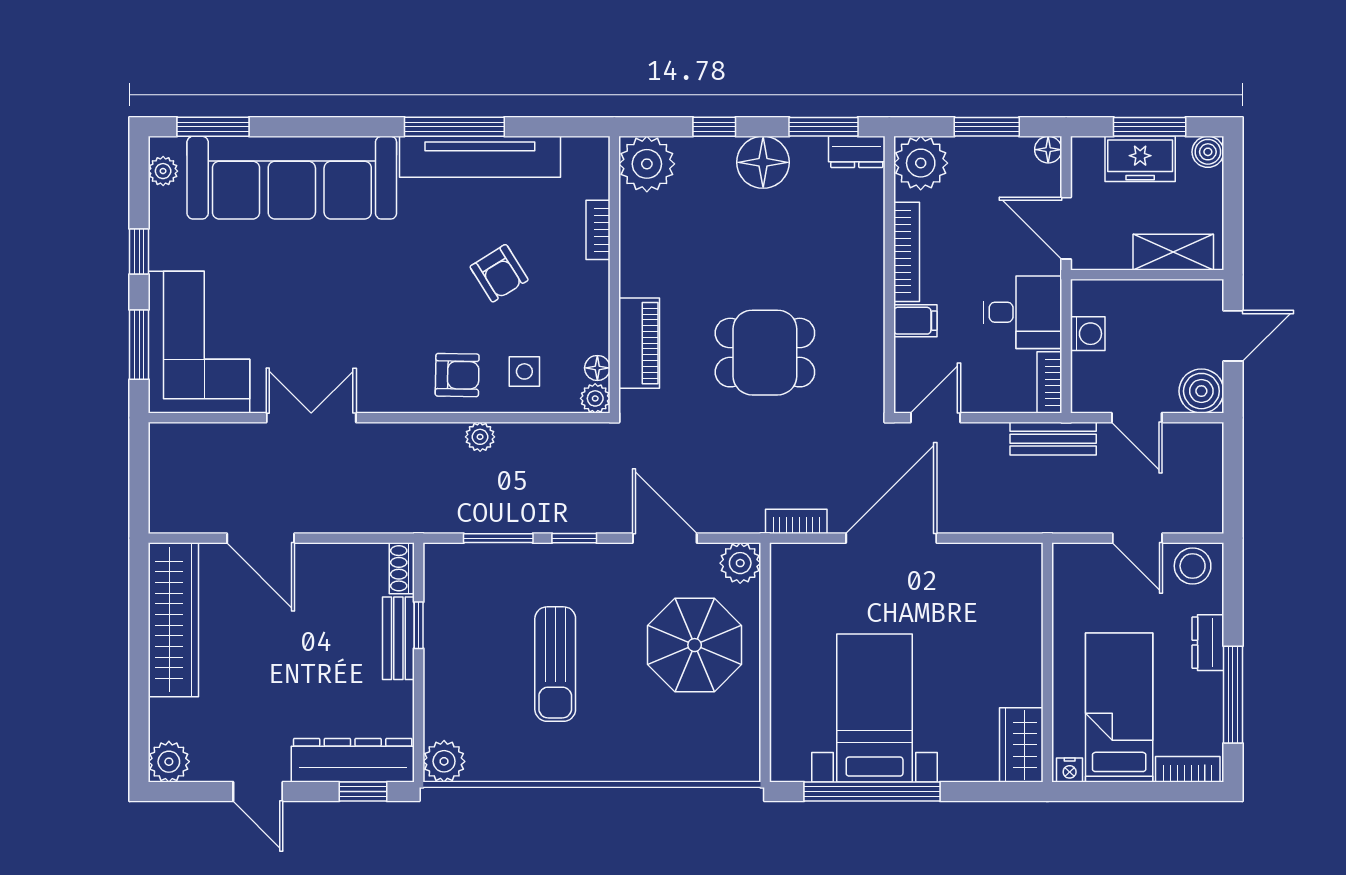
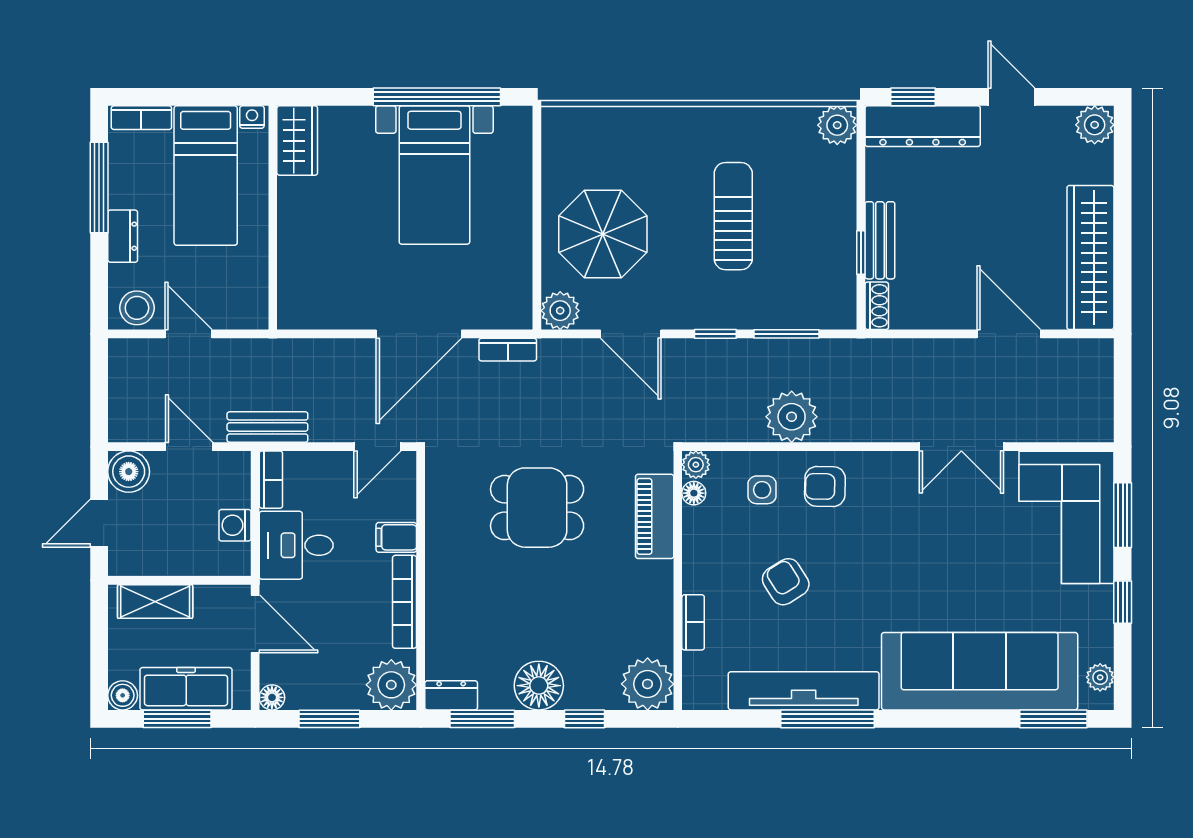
freezer: (1140, 159) -> (186, 689), width x1.40
plant: (480, 437) -> (792, 417), width x1.88, depth x1.88

